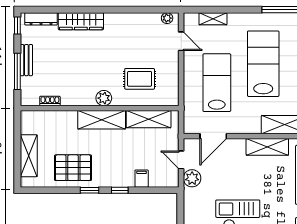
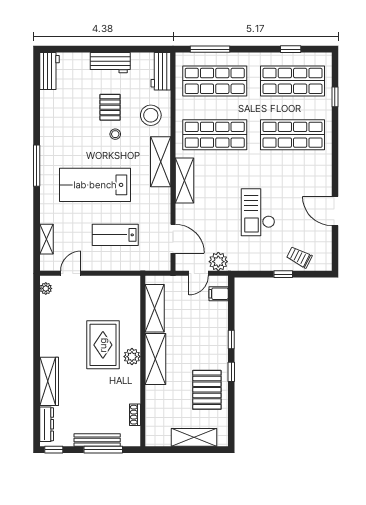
bench: (26, 60) -> (97, 440), width x1.36
rug: (140, 79) -> (103, 345), moved, width x1.36, depth x1.43
lab bench: (217, 83) -> (115, 235), width x0.73, depth x0.72
filing cabinet: (142, 179) -> (219, 294), moved

